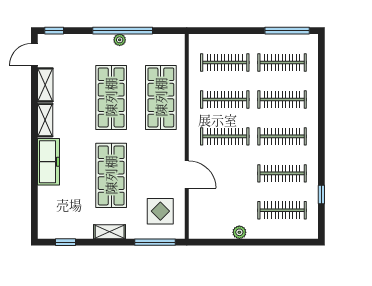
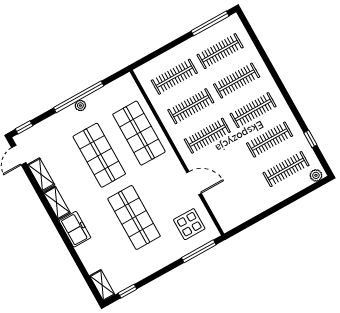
freezer: (48, 162) -> (75, 229), width x0.71
shelving: (110, 232) -> (102, 285), moved, turned 90
plant: (239, 232) -> (316, 175), moved

